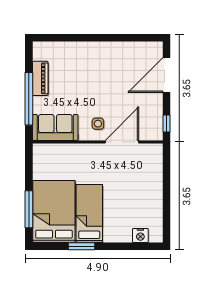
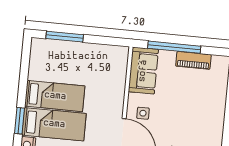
bed: (54, 211) -> (54, 124), moved, width x0.67
window: (81, 246) -> (19, 121), moved

